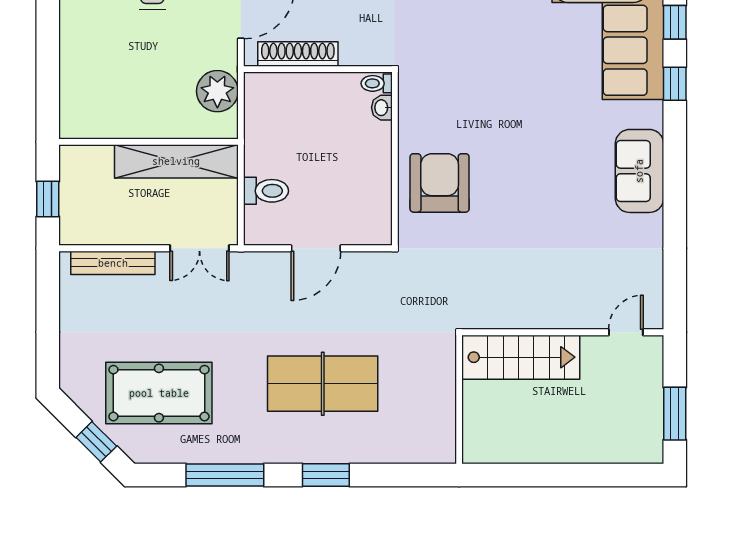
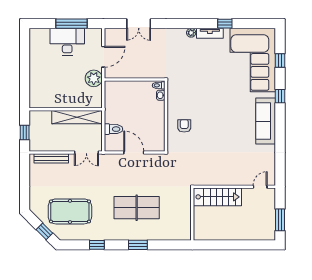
shoe rack: (298, 54) -> (127, 73), removed
window: (675, 84) -> (280, 96), moved
plant: (217, 91) -> (94, 78), moved
sofa: (639, 171) -> (266, 121), width x1.36
armchair: (440, 183) -> (184, 126), width x0.53, depth x0.53
door: (316, 248) -> (134, 152), swing flipped
window: (225, 475) -> (97, 245), width x0.46

